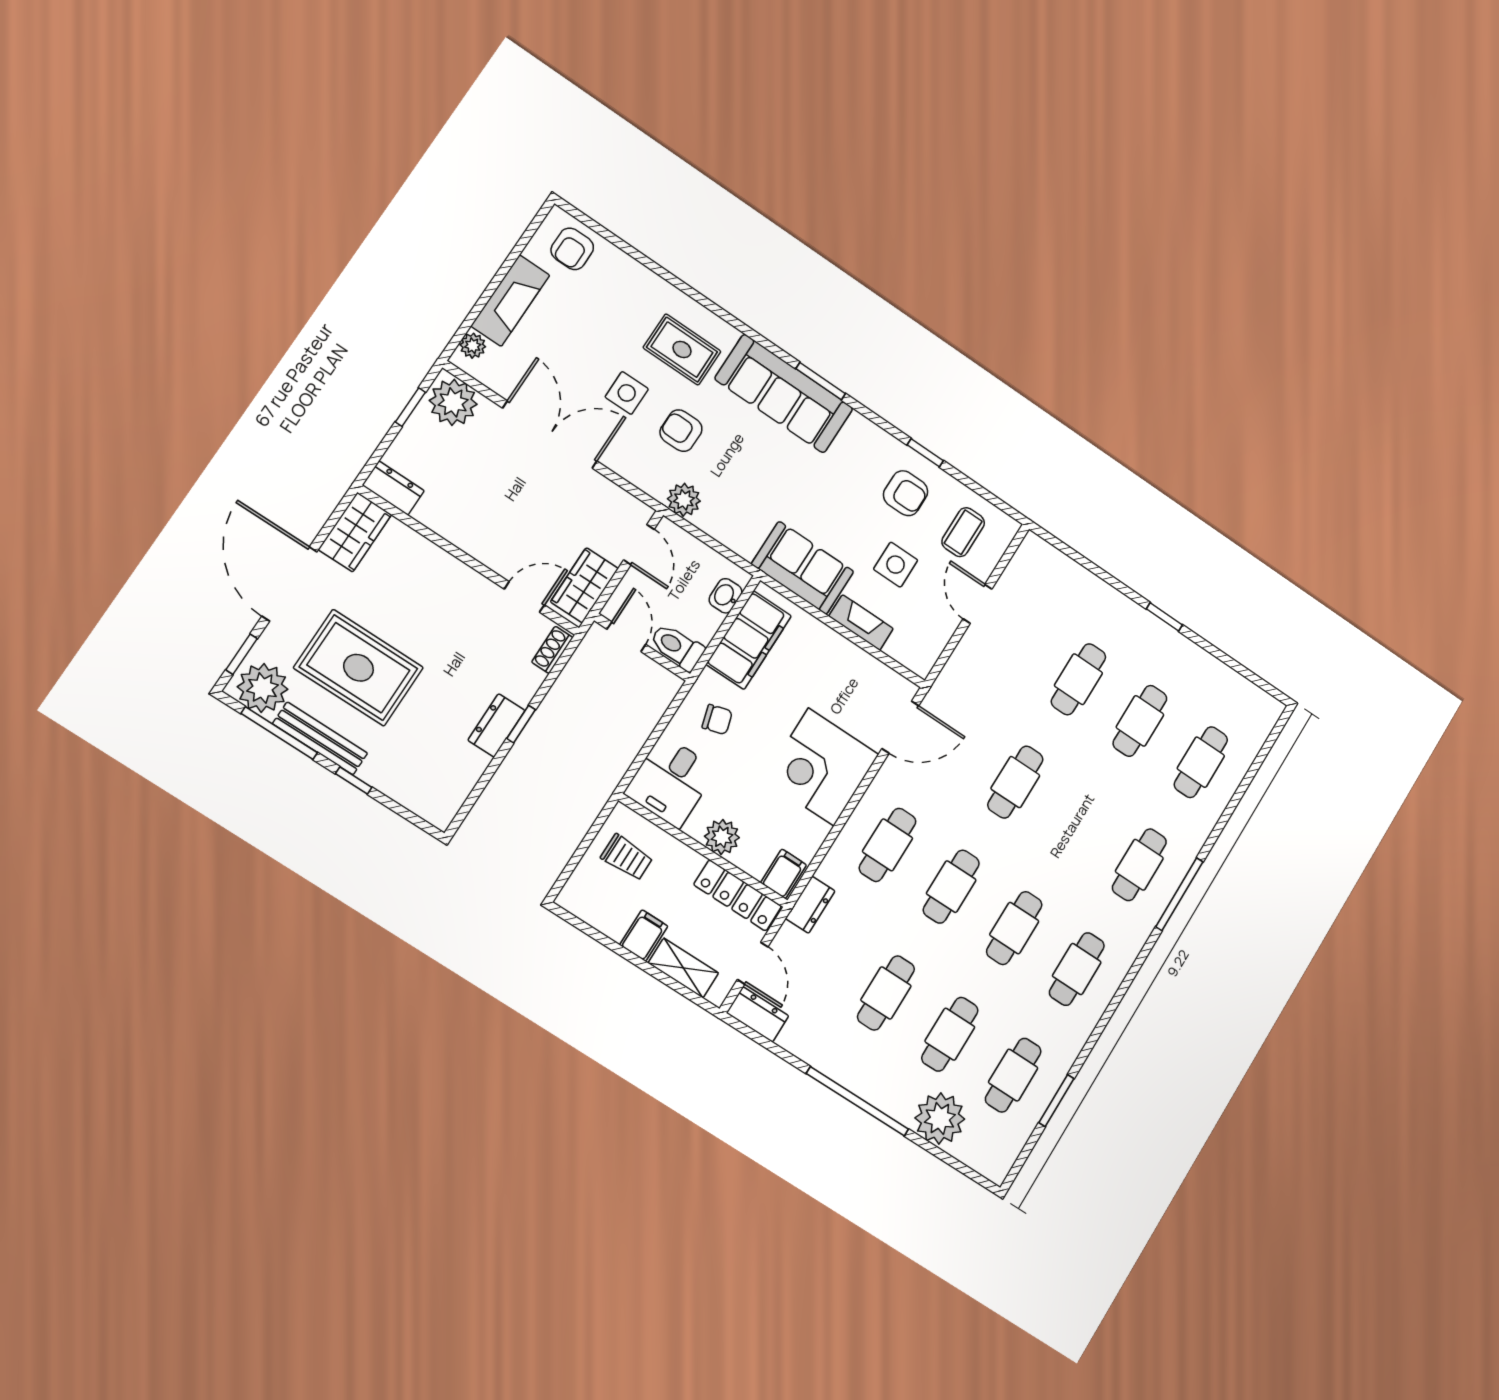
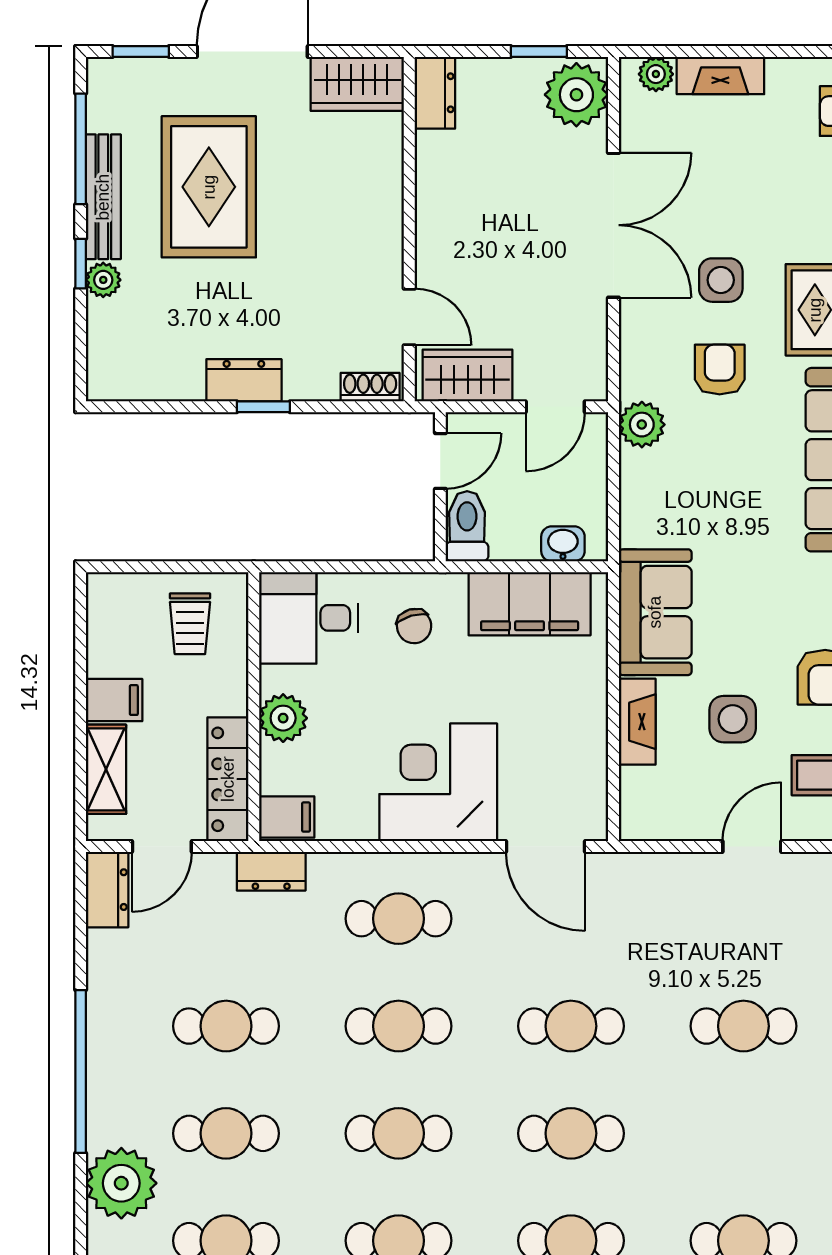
fireplace: (510, 301) -> (720, 76), width x0.73, depth x0.76
plant: (263, 688) -> (103, 280), moved, width x0.53, depth x0.53
cafe table: (1140, 721) -> (571, 1133), moved

